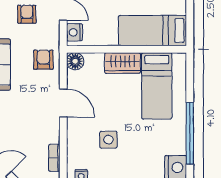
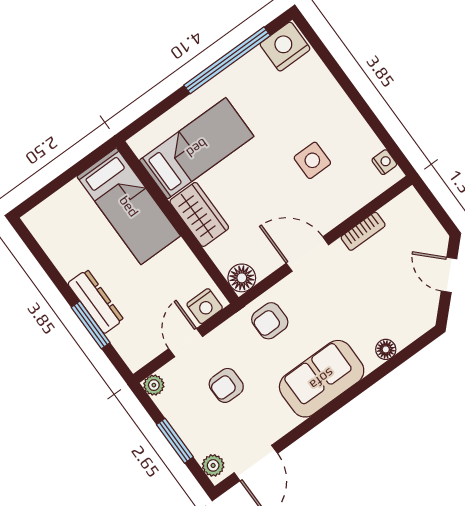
door: (63, 103) -> (307, 254), hinge flipped
bookcase: (54, 158) -> (363, 231), moved

